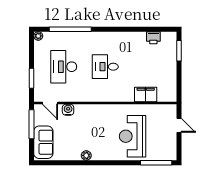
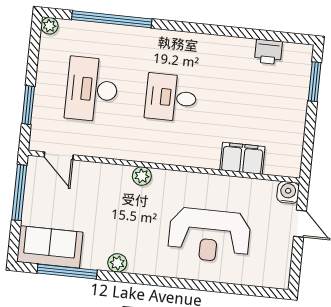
plant: (94, 109) -> (142, 176), added
water cooler: (68, 110) -> (288, 192), moved
reception desk: (133, 136) -> (209, 235), turned -90
sofa: (43, 142) -> (50, 247), moved, turned -90
window: (156, 163) -> (67, 272), moved

